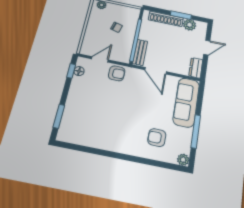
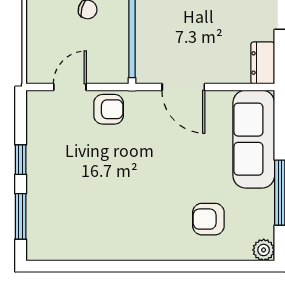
bench: (140, 52) -> (146, 55), removed
window: (71, 71) -> (21, 160), moved
floor lamp: (79, 71) -> (36, 120), removed

